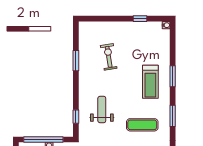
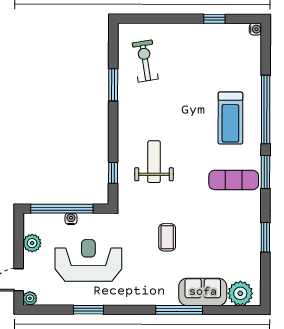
exercise bike: (109, 57) -> (145, 61), moved
window: (173, 76) -> (266, 109), width x2.11
exercise mat: (142, 125) -> (234, 180), moved

